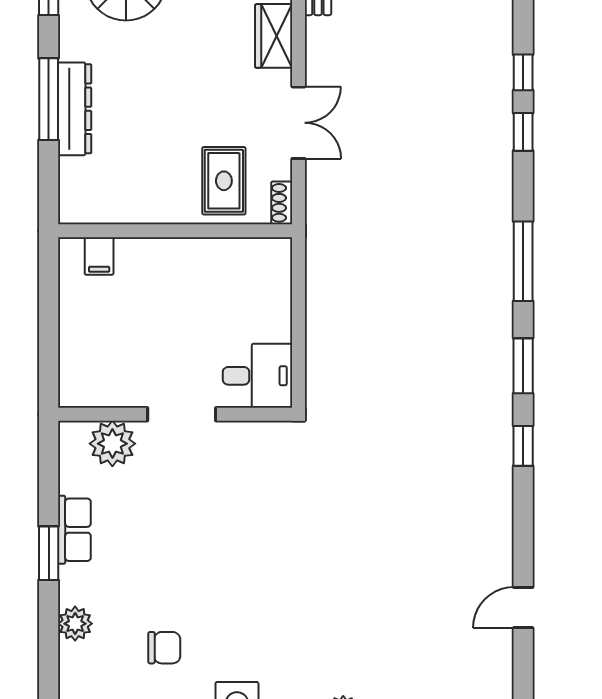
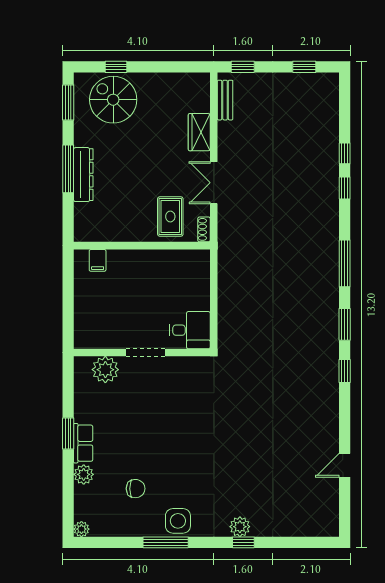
double door: (299, 123) -> (214, 183), swing flipped
row of seats: (74, 530) -> (83, 443), moved

